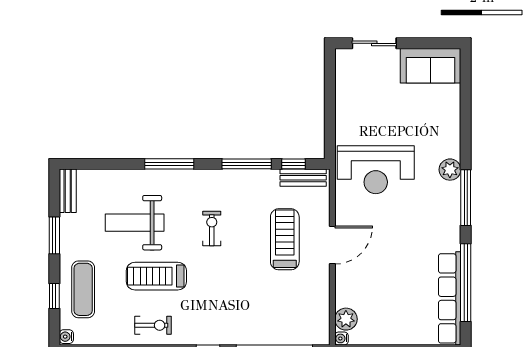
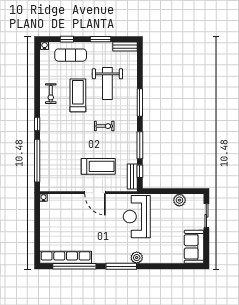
weight bench: (135, 223) -> (107, 83), turned 180
plant: (346, 319) -> (179, 200), moved

